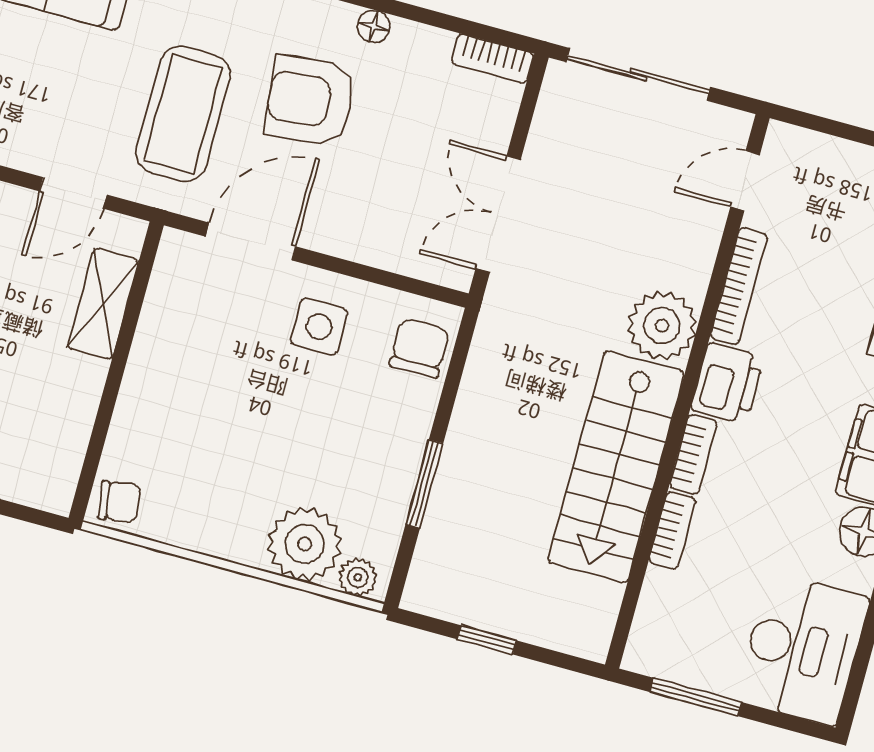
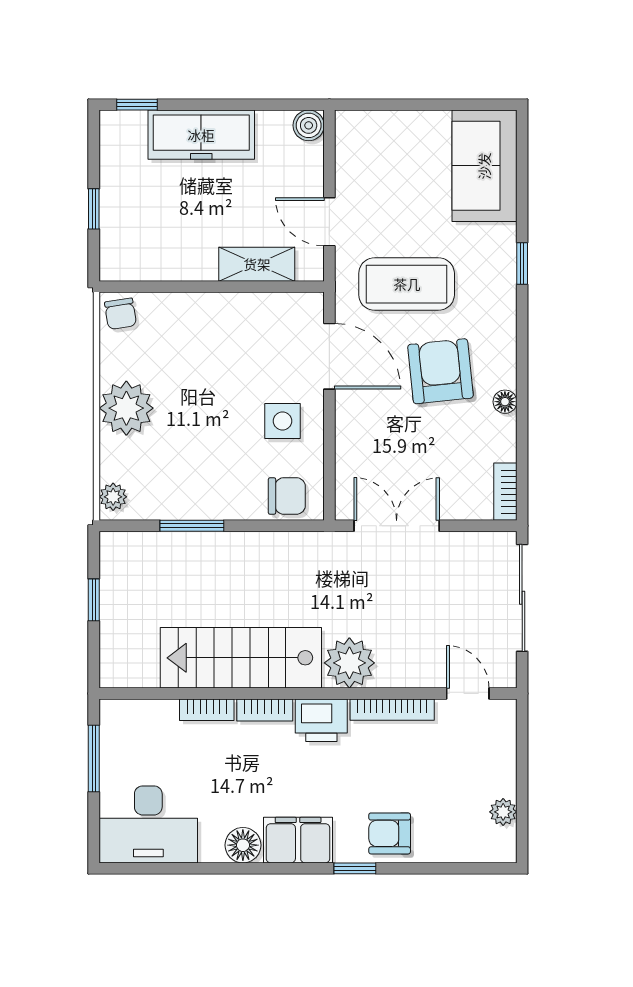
plant: (305, 544) -> (126, 408), moved

